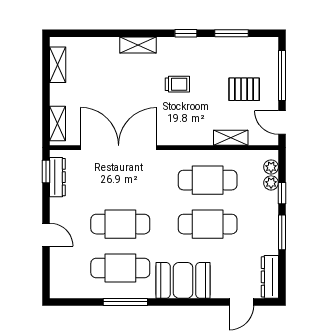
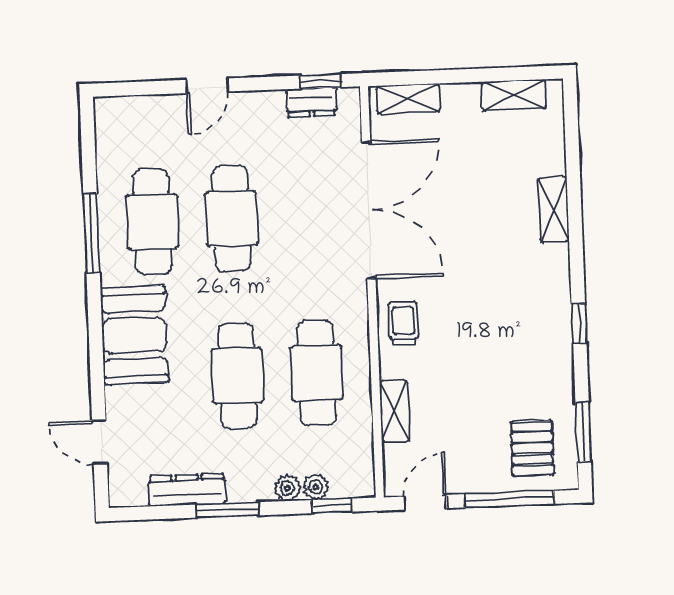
window: (231, 33) -> (583, 432), moved
shelving: (138, 45) -> (553, 210), moved
trolley: (177, 84) -> (403, 323), moved, turned 180
pallet: (244, 89) -> (532, 448), moved
plant: (271, 167) -> (287, 488), moved
dresser: (57, 177) -> (311, 102), width x0.70
window: (282, 193) -> (332, 506), moved
dresser: (270, 277) -> (187, 490), moved

